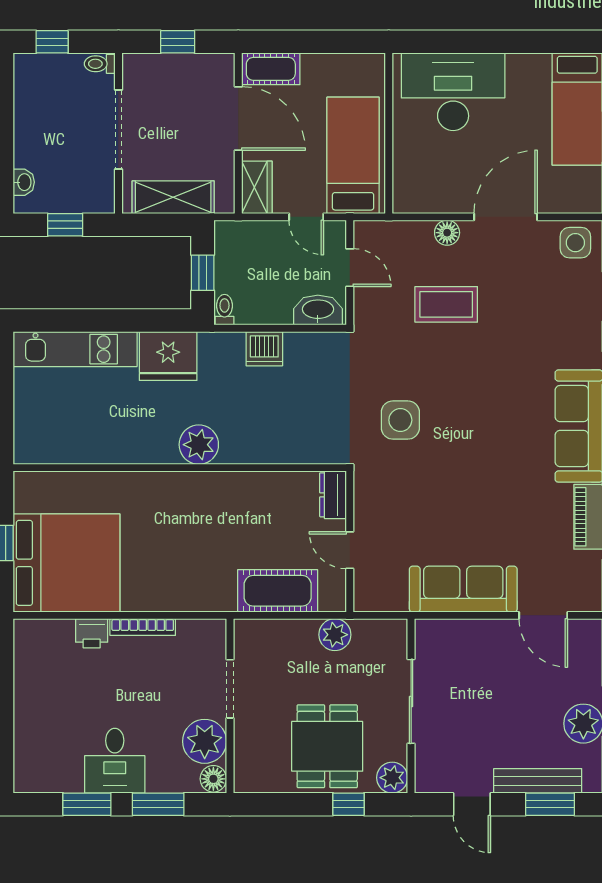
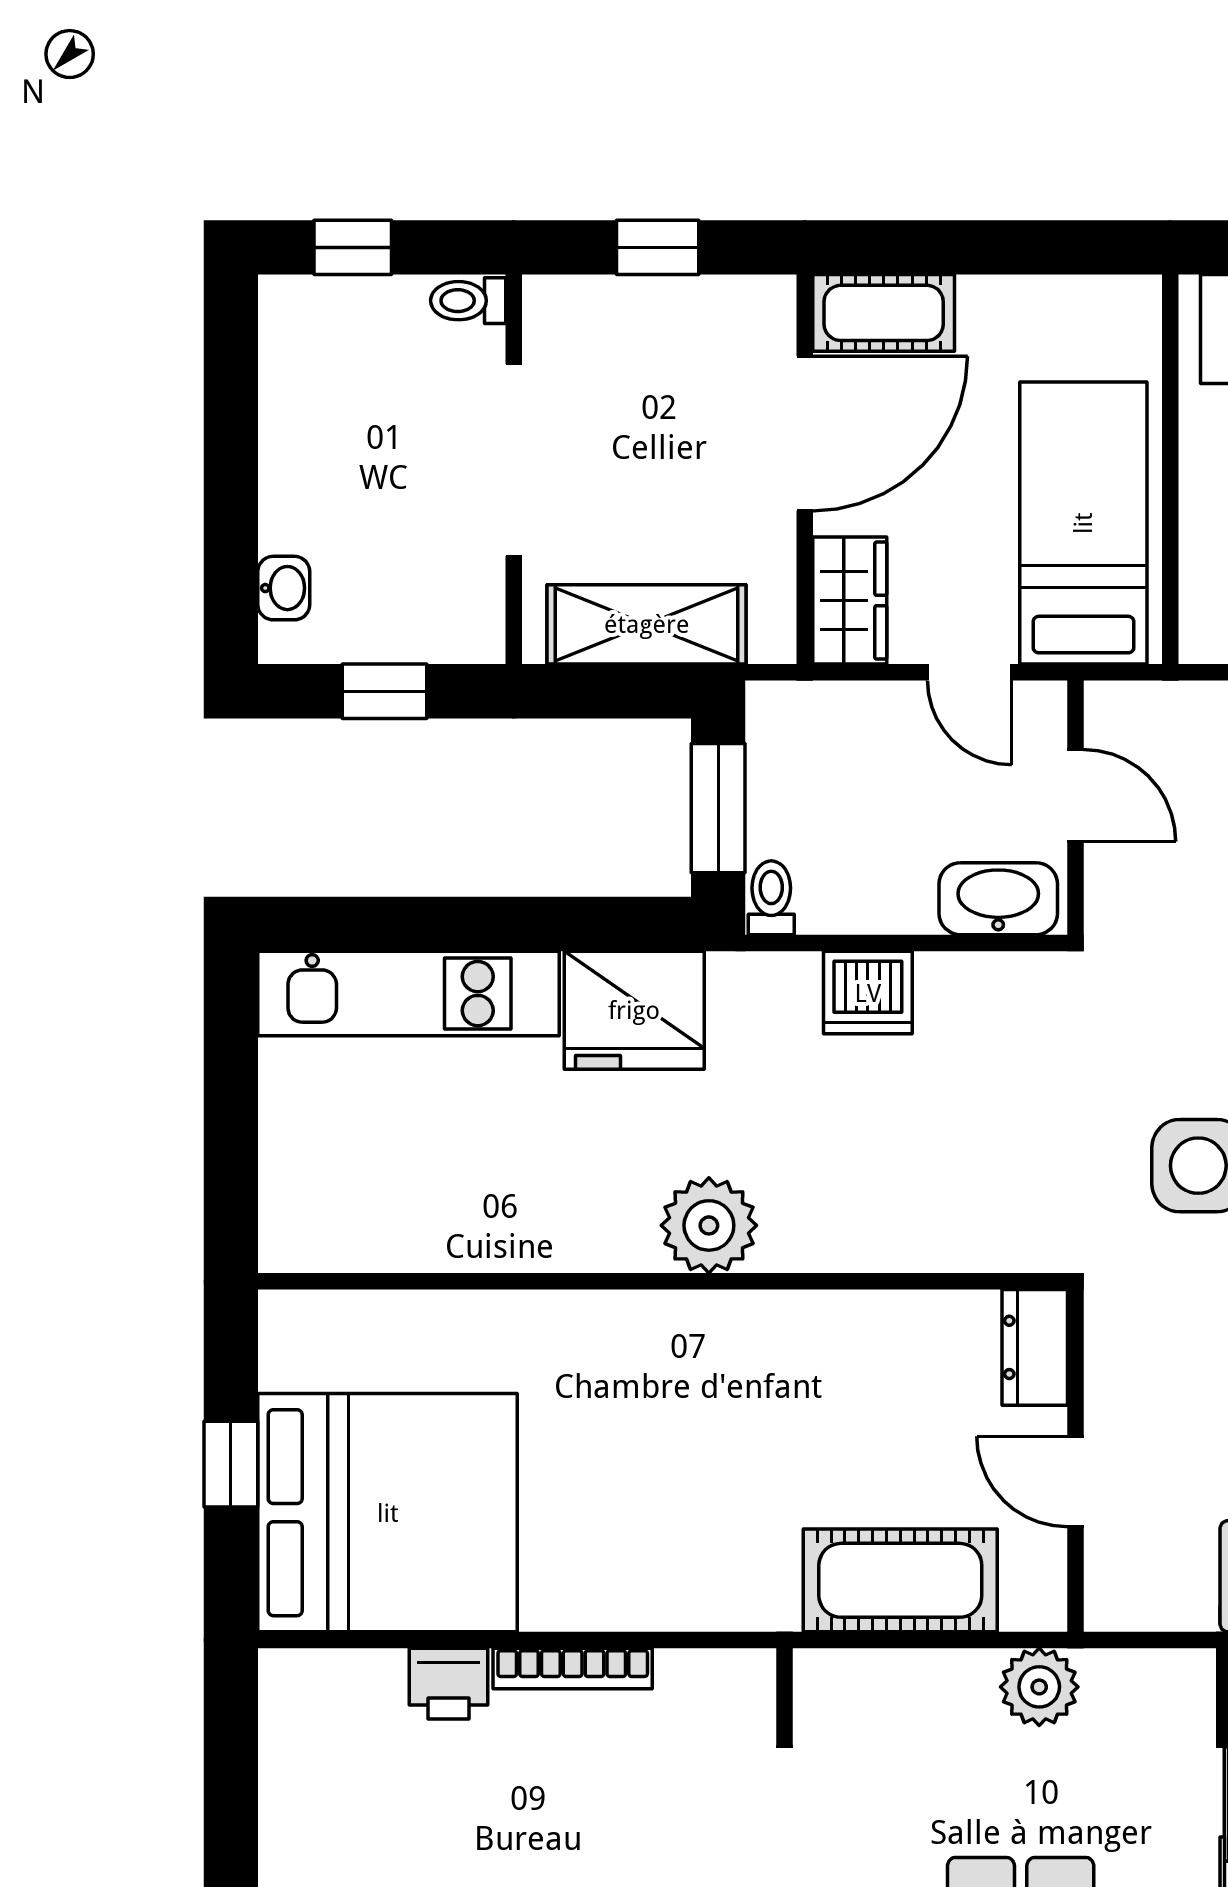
door: (238, 118) -> (805, 433), hinge flipped
window: (203, 273) -> (718, 808), width x1.50

